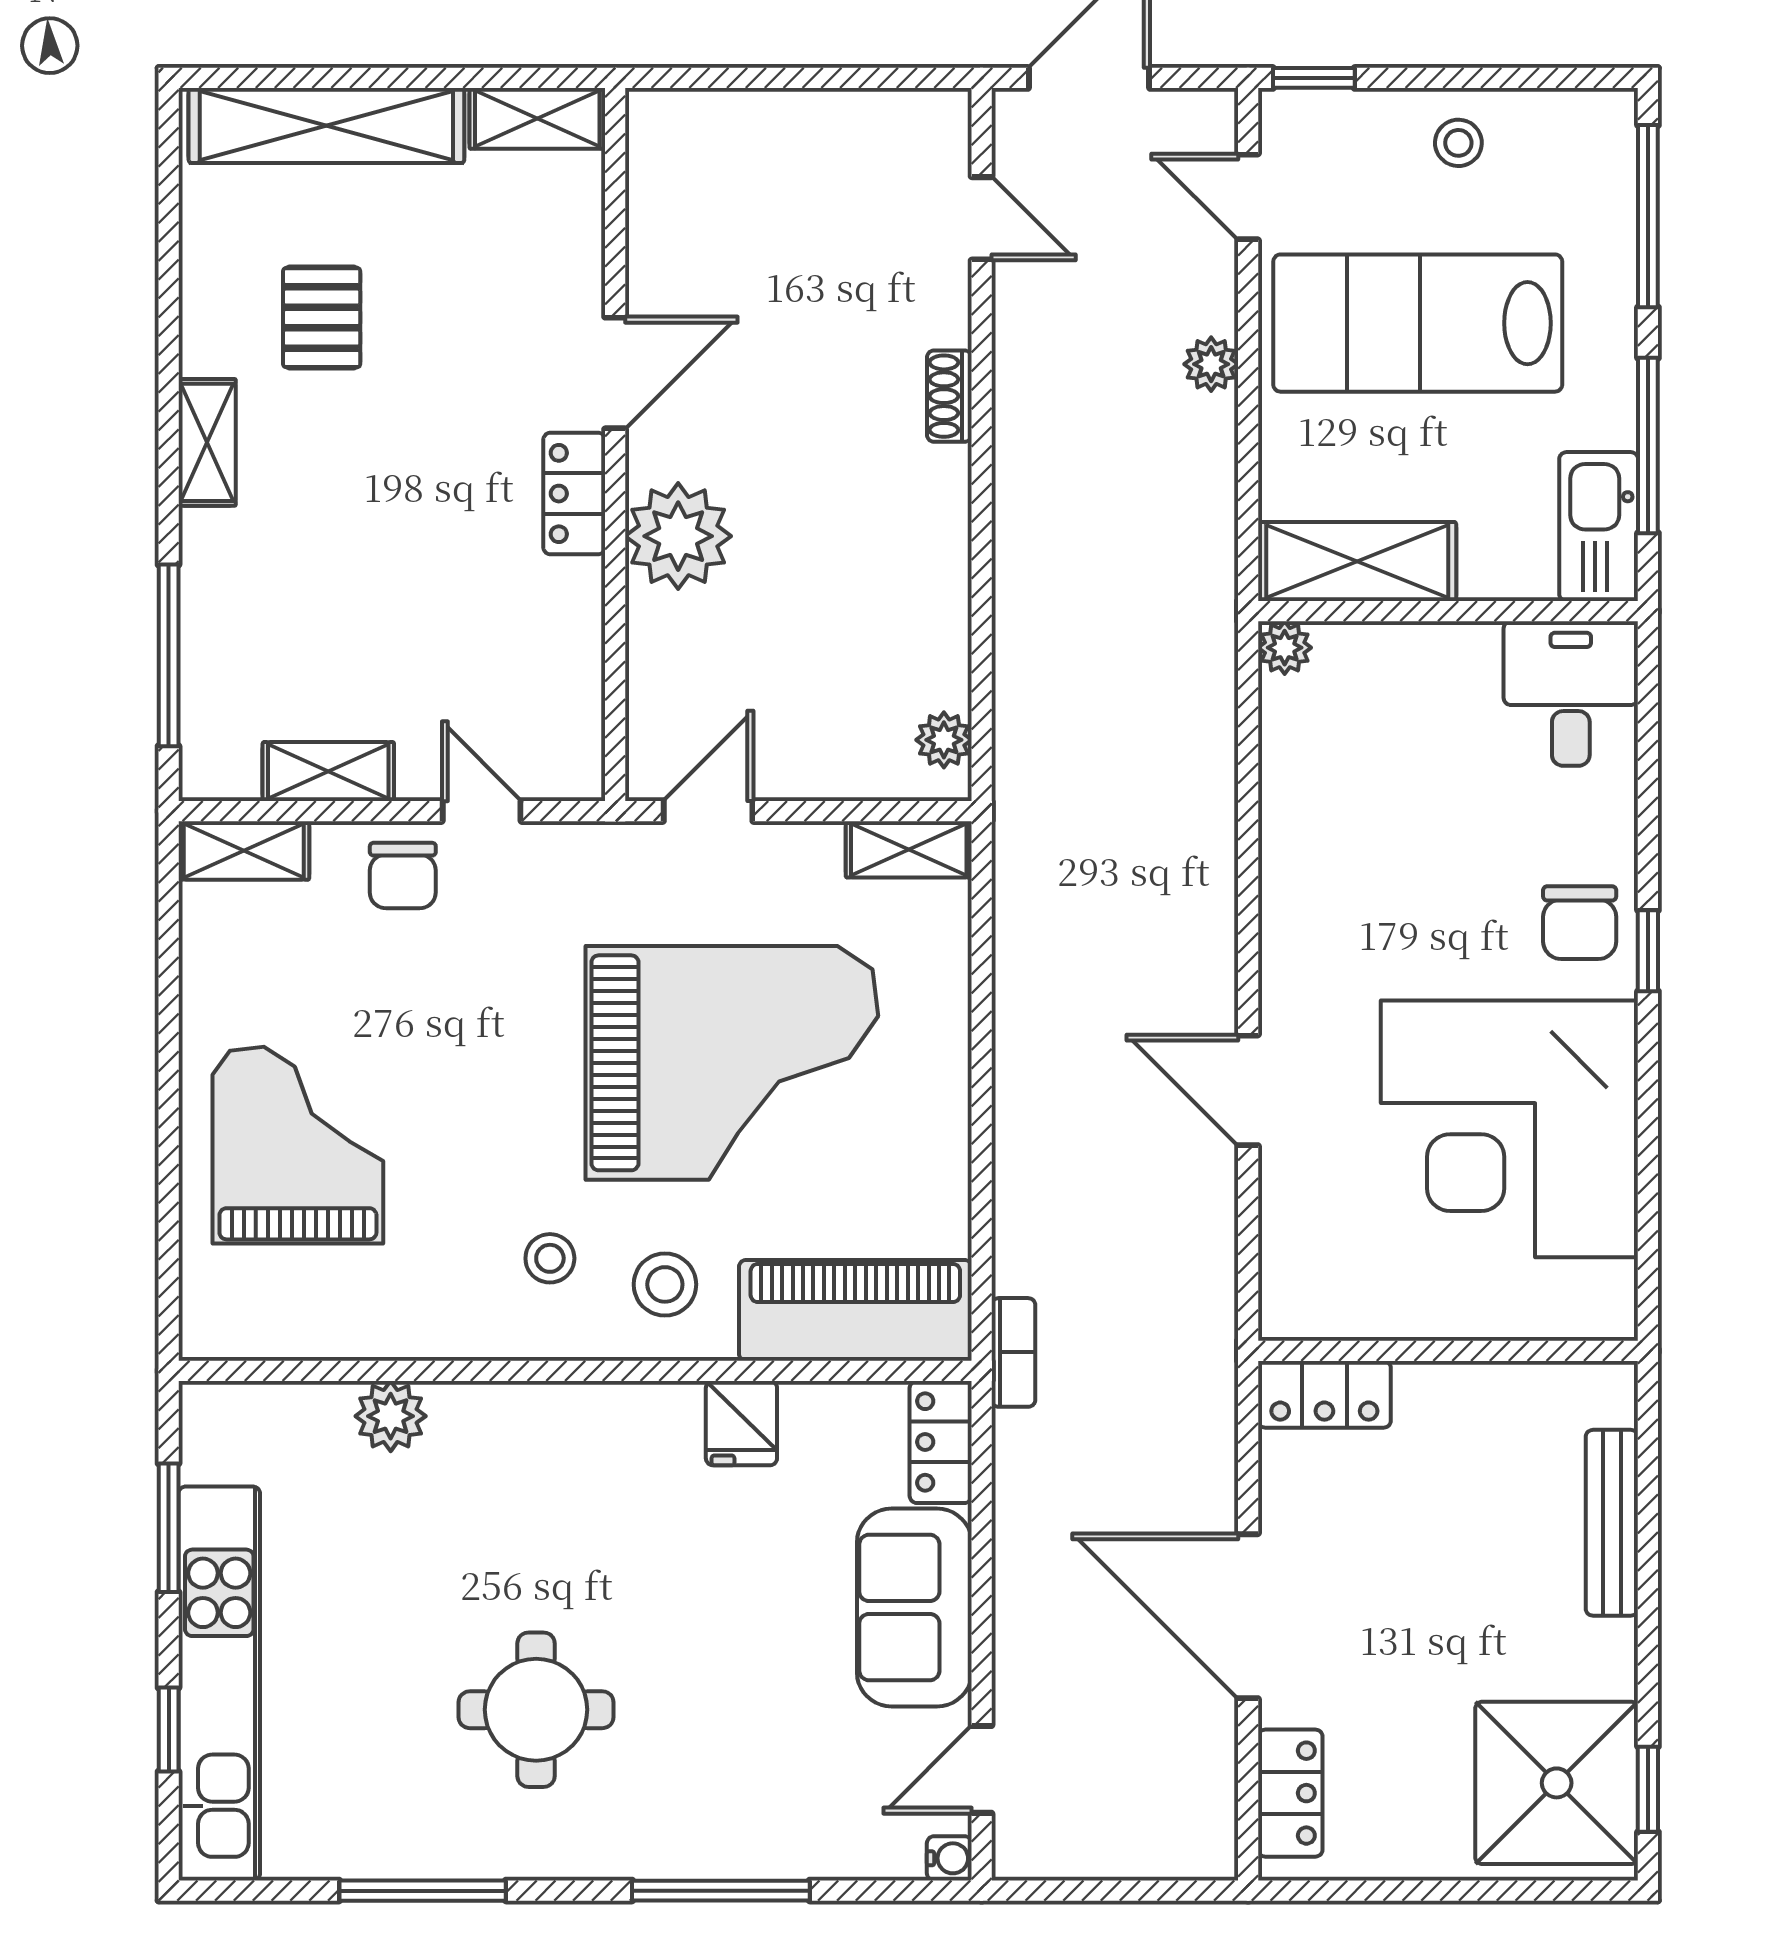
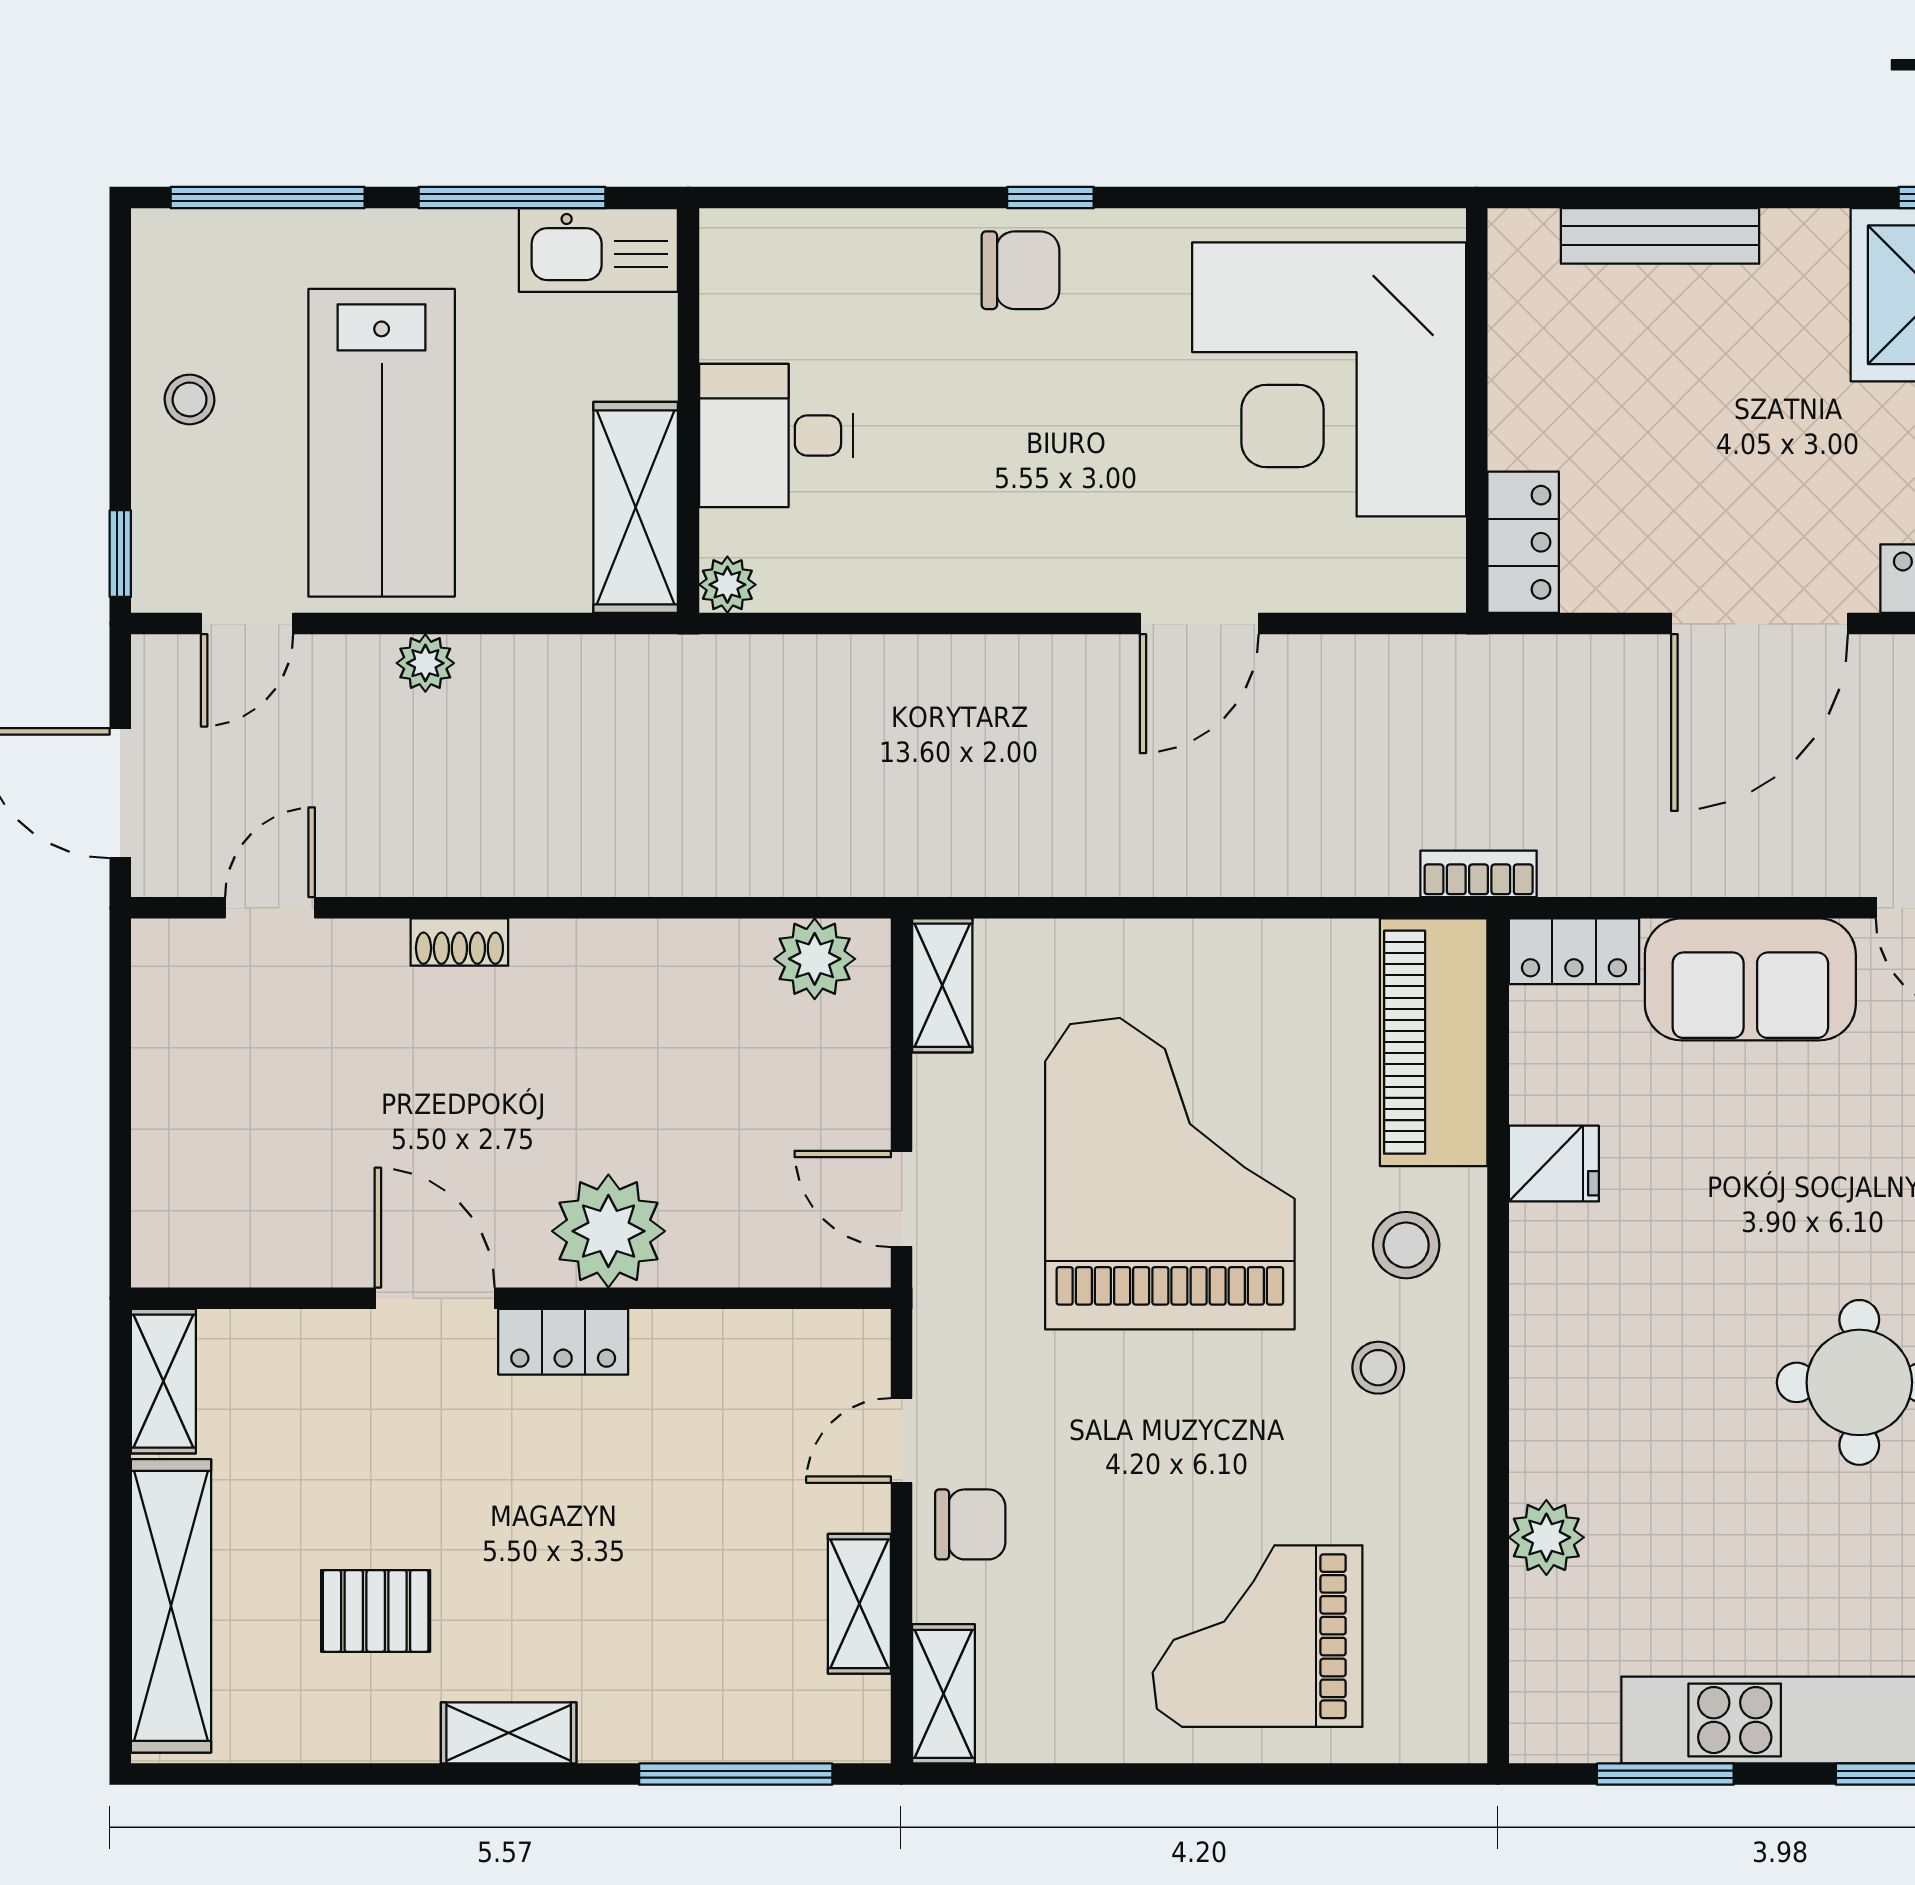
desk: (1571, 694) -> (776, 435), moved
plant: (944, 740) -> (815, 959), width x1.38, depth x1.38
corner desk: (1509, 1129) -> (1329, 379), moved, turned 90

